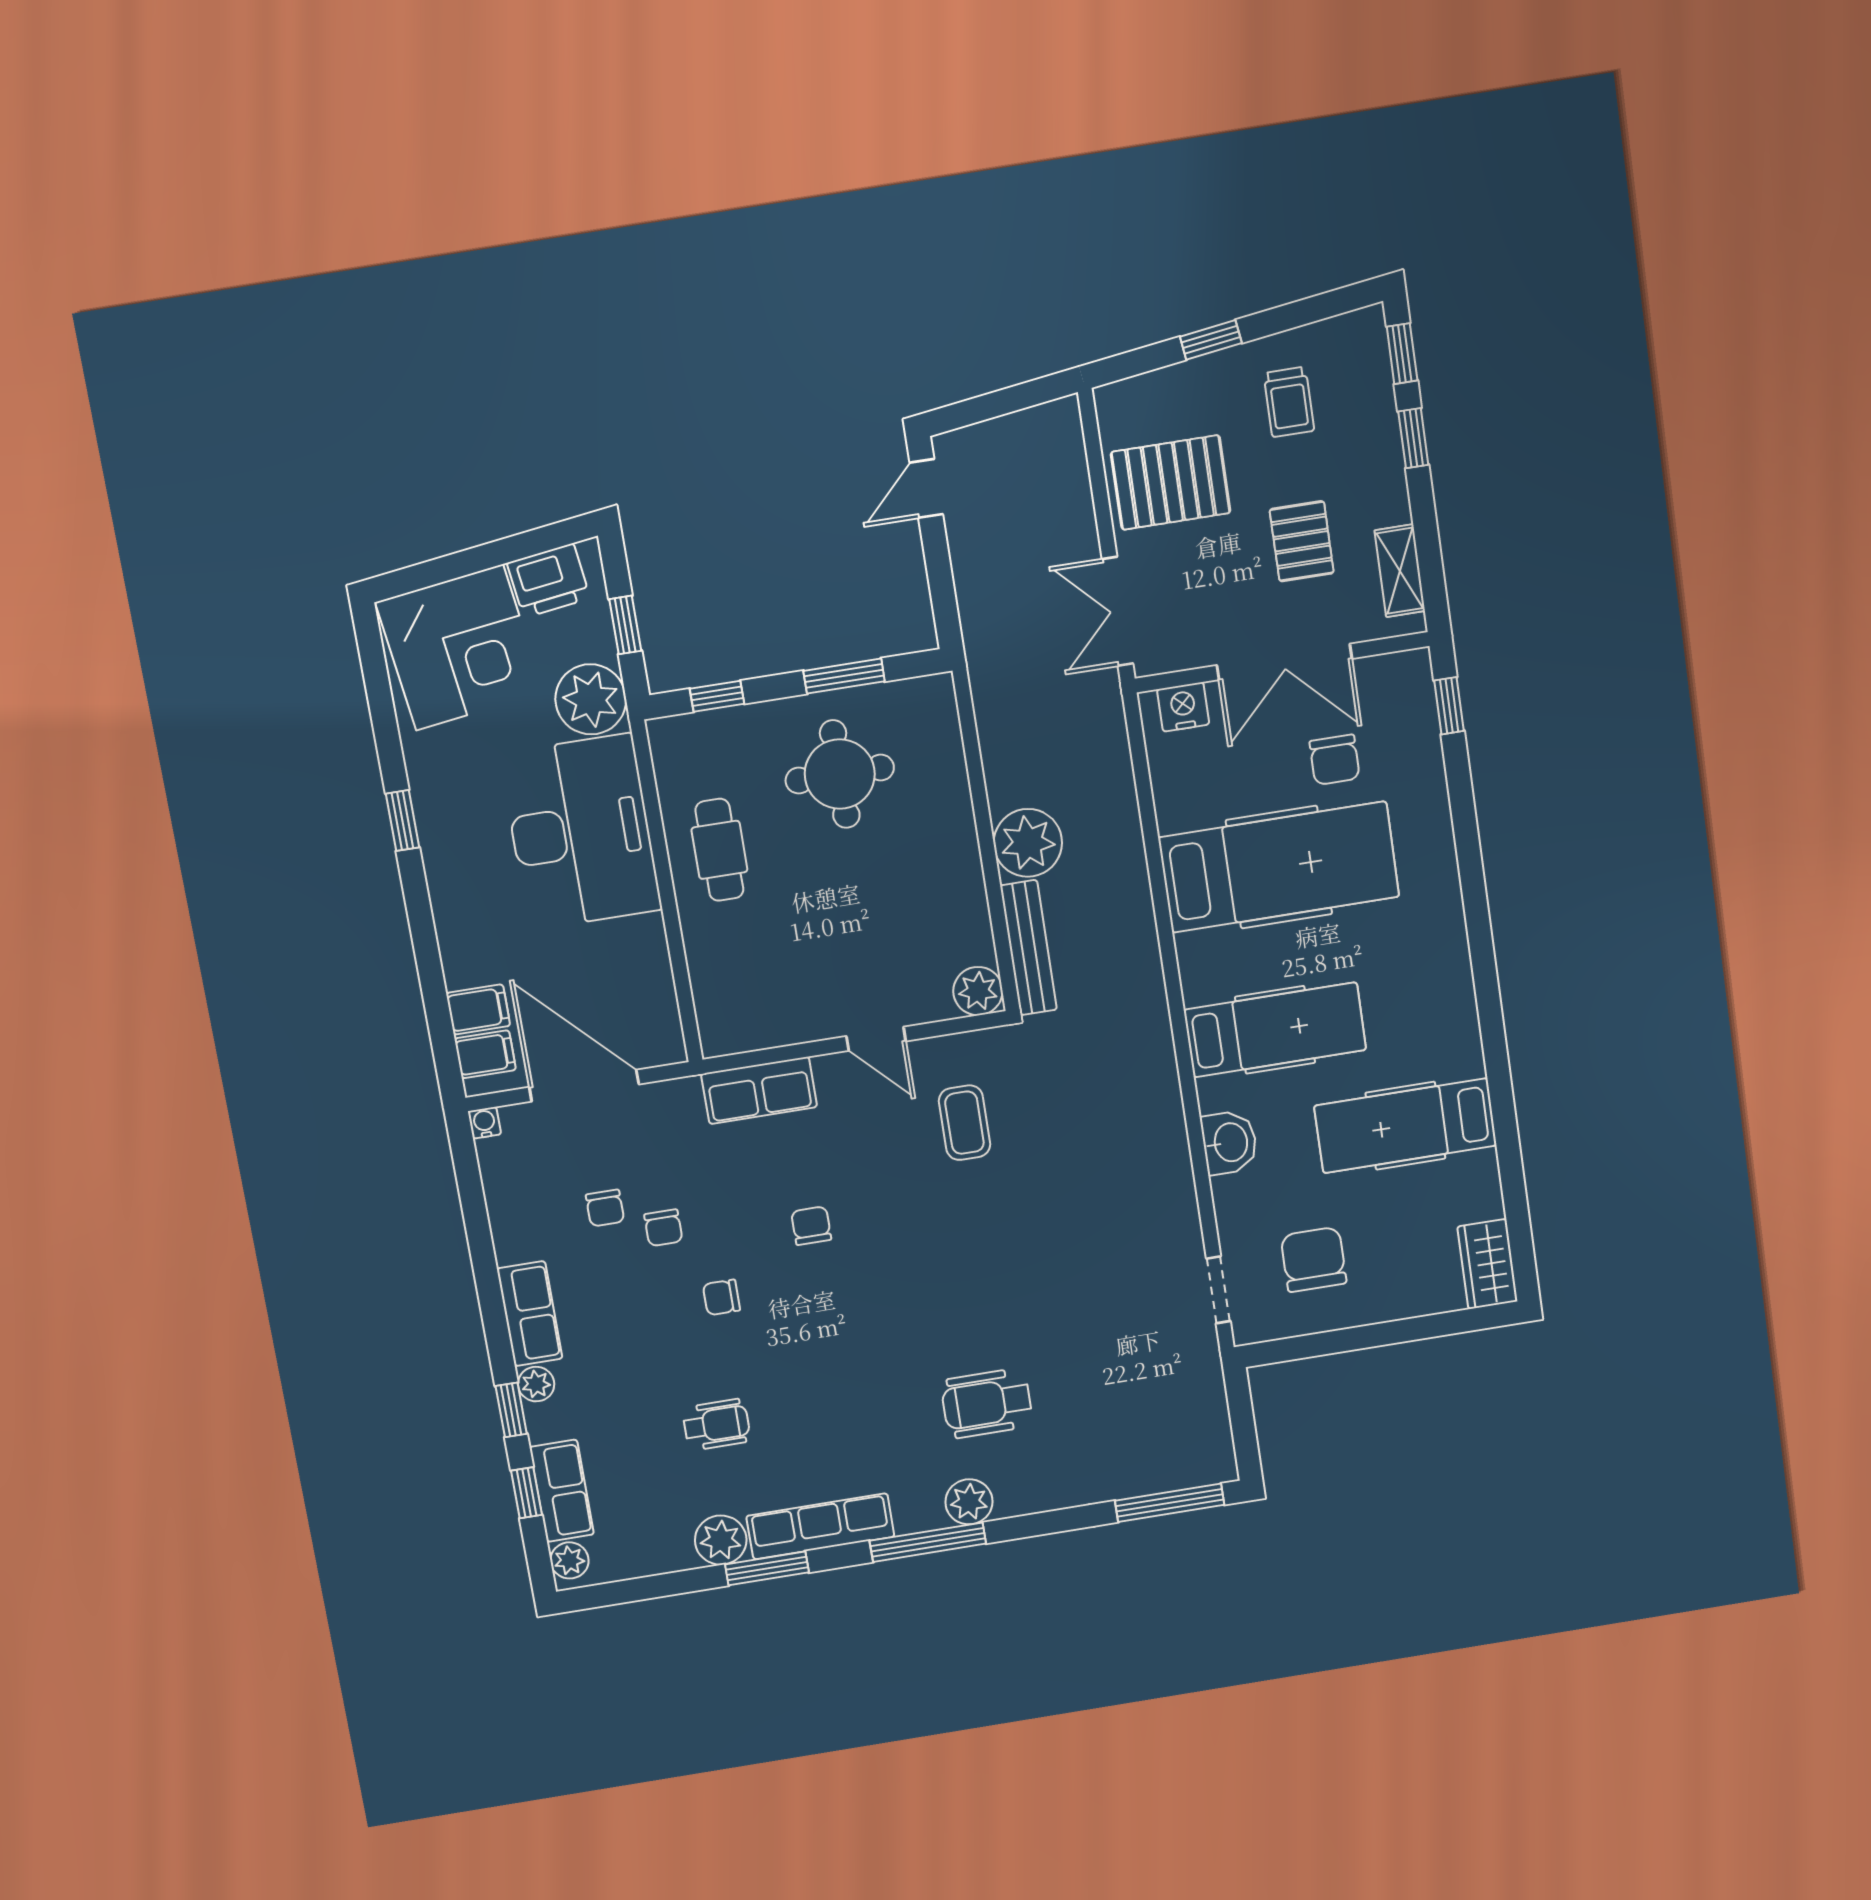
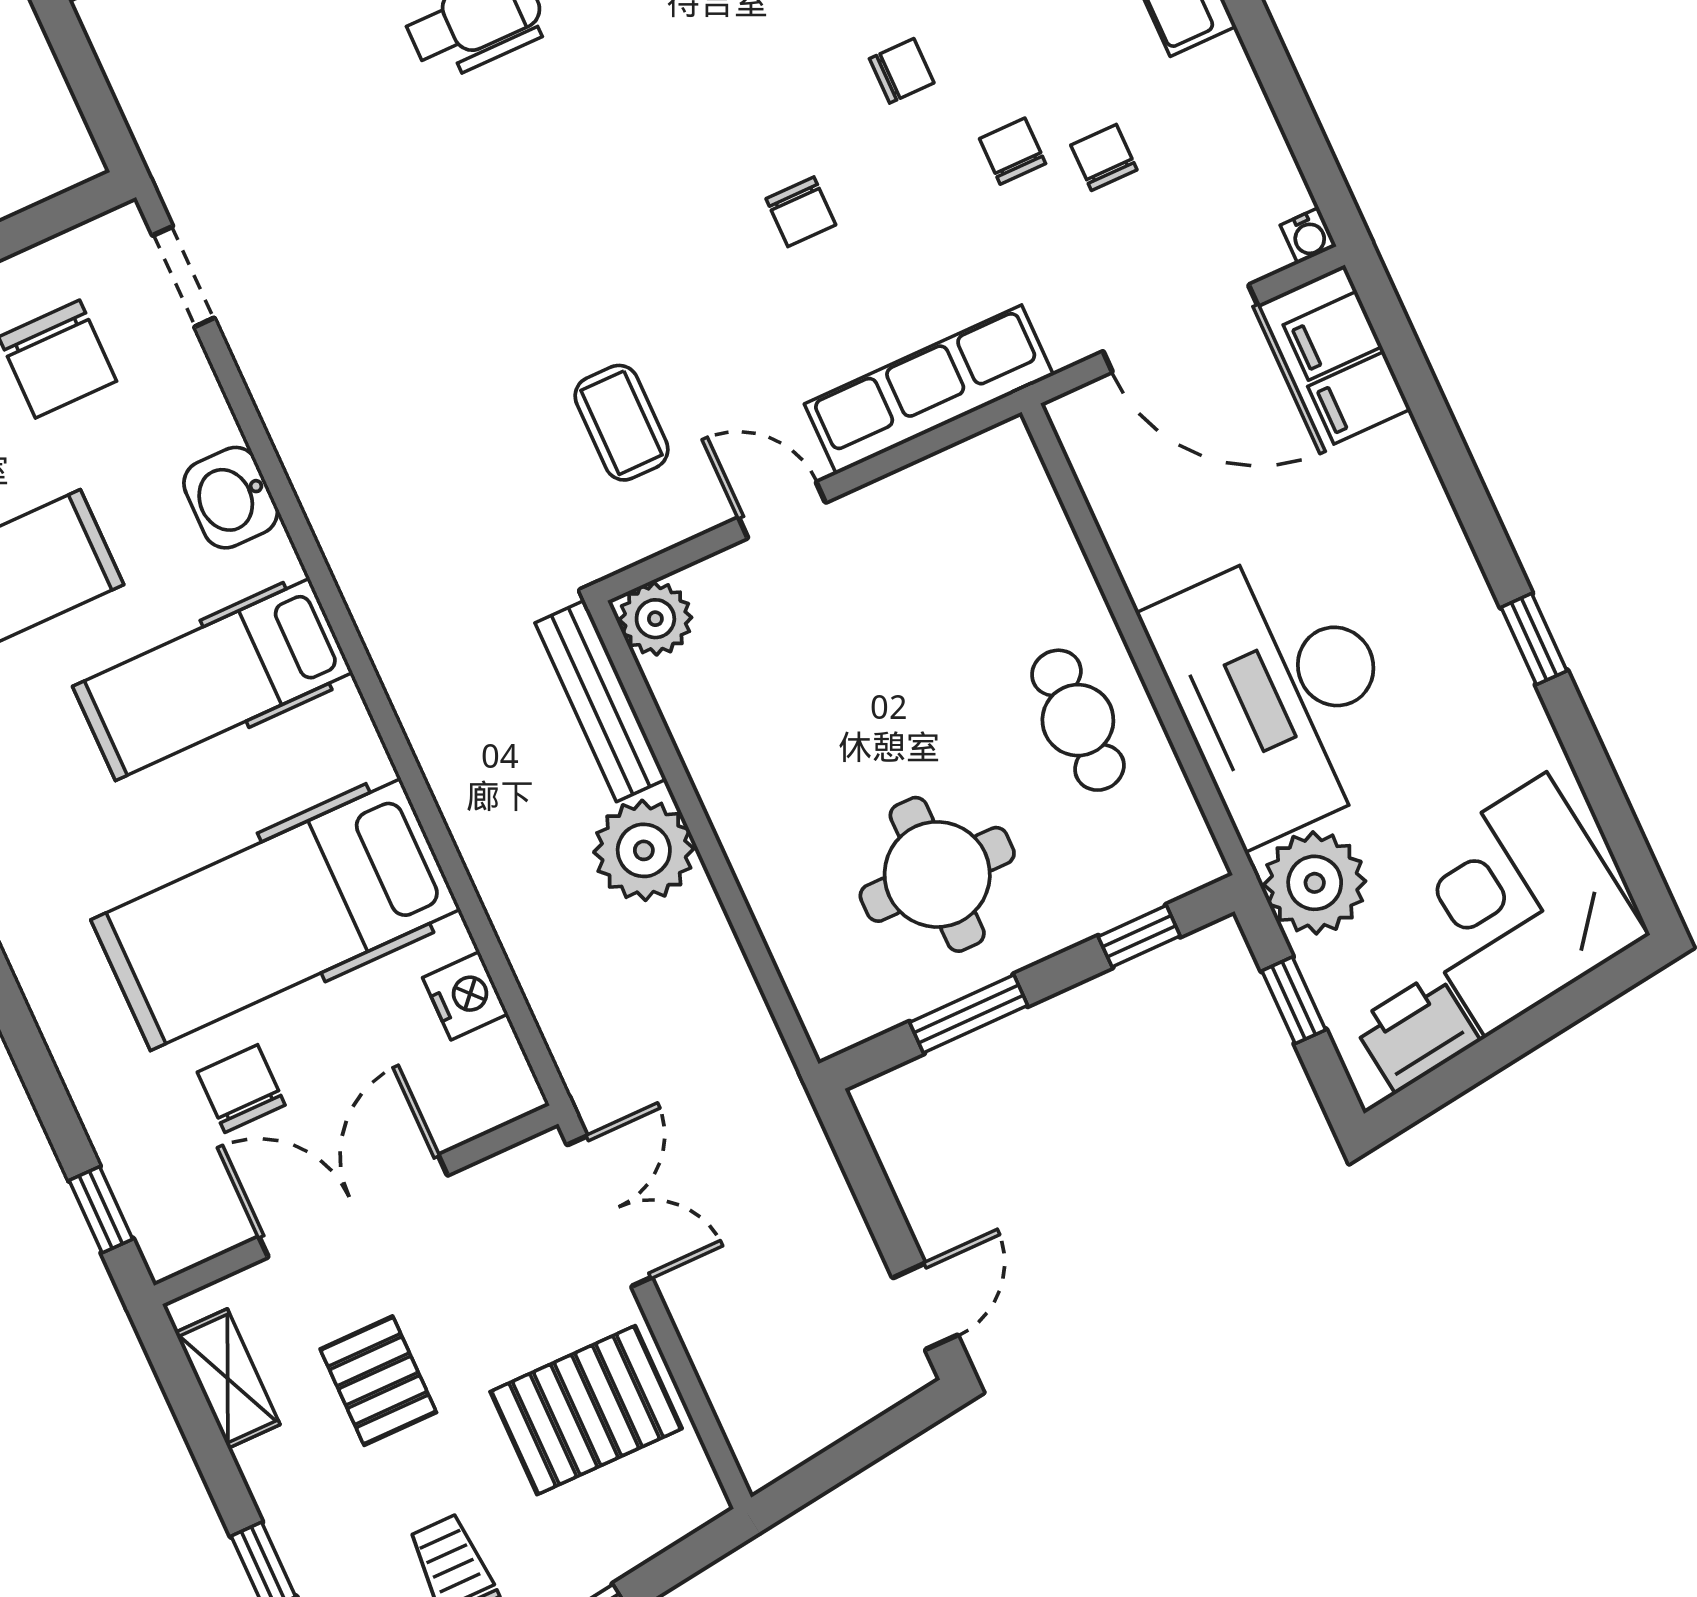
nightstand: (1183, 707) -> (465, 996), moved, turned -90
row of seats: (759, 1090) -> (929, 390), width x1.48

